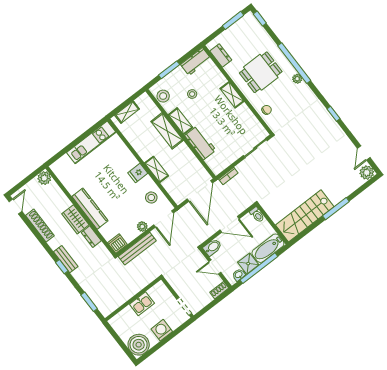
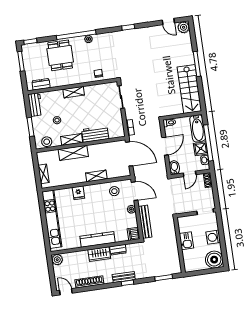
dining table: (261, 72) -> (60, 55), moved
kitchen unit: (91, 142) -> (52, 219), width x1.36
fridge: (138, 173) -> (78, 193), moved

